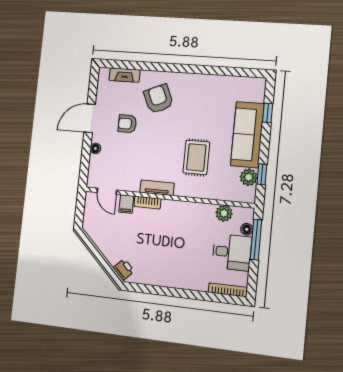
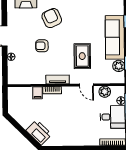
armchair: (127, 124) -> (42, 46), moved
door: (107, 191) -> (86, 85), moved
printer: (123, 270) -> (39, 132), width x1.87, depth x1.48

